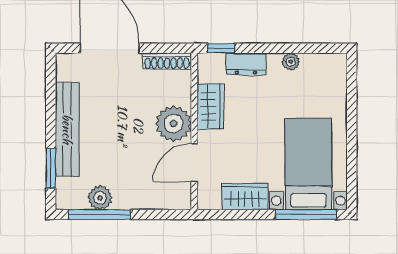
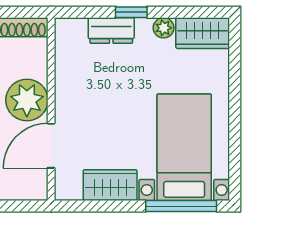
window: (221, 48) -> (131, 12), moved
wardrobe: (210, 106) -> (203, 33), moved, turned 90

